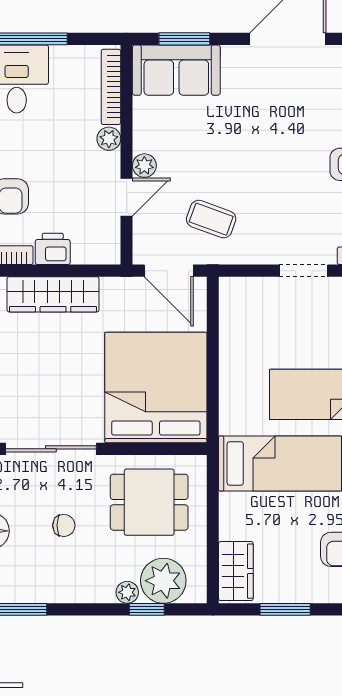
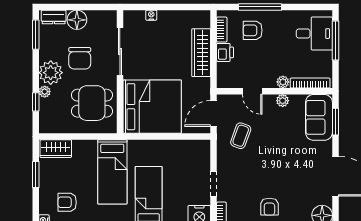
plant: (144, 166) -> (283, 101), moved
dining table: (149, 502) -> (92, 103), turned 90
chair: (64, 525) -> (80, 58), width x1.87, depth x1.87
plant: (163, 581) -> (51, 73), moved

